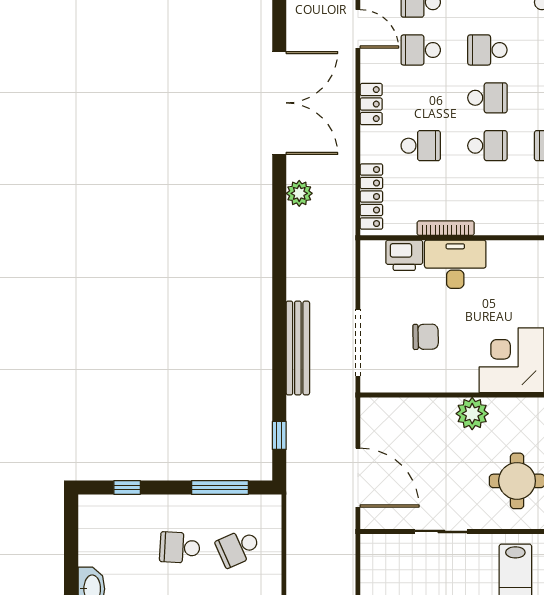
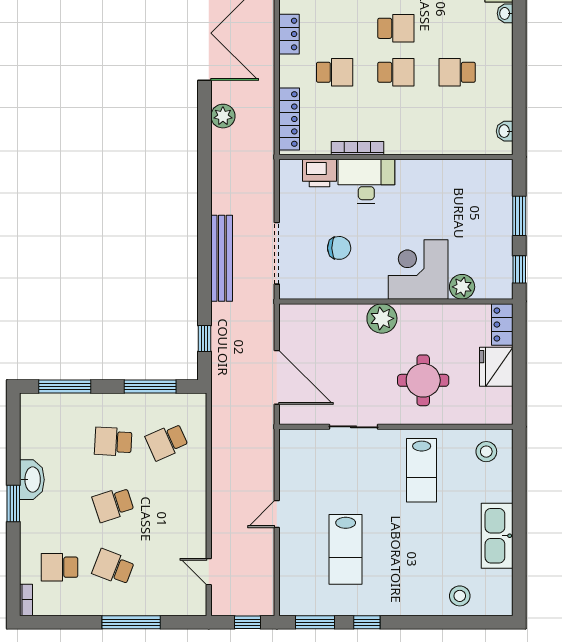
window: (127, 488) -> (65, 386), width x2.17

